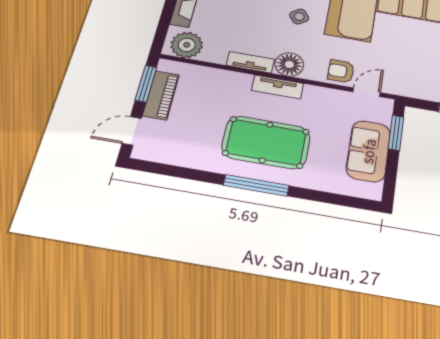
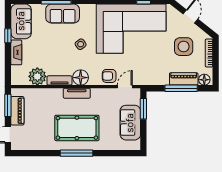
plant: (187, 45) -> (37, 76), moved

